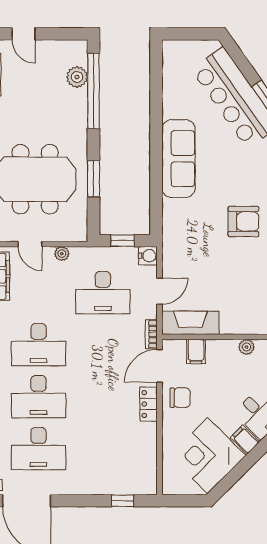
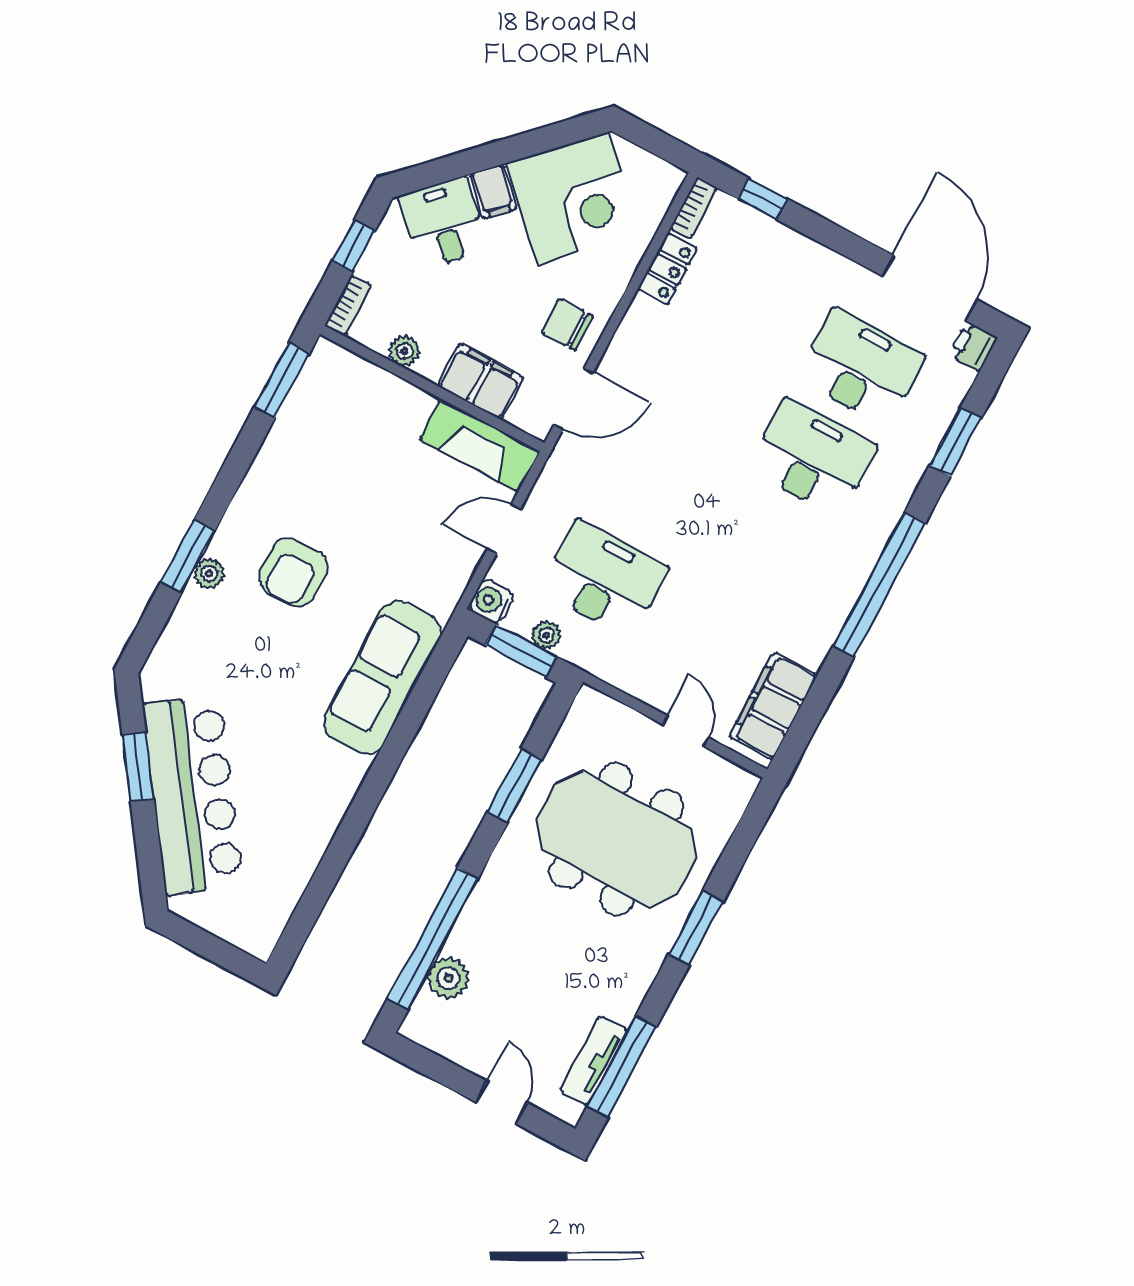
sofa: (178, 159) -> (382, 677), moved
armchair: (243, 221) -> (293, 572), turned -90
window: (123, 241) -> (521, 651), width x1.50
plant: (62, 254) -> (546, 635), moved
bookcase: (151, 334) -> (694, 208), moved
desk: (39, 345) -> (764, 548), removed
filing cabinet: (196, 351) -> (480, 382), width x2.00
locker: (149, 404) -> (667, 269), moved

